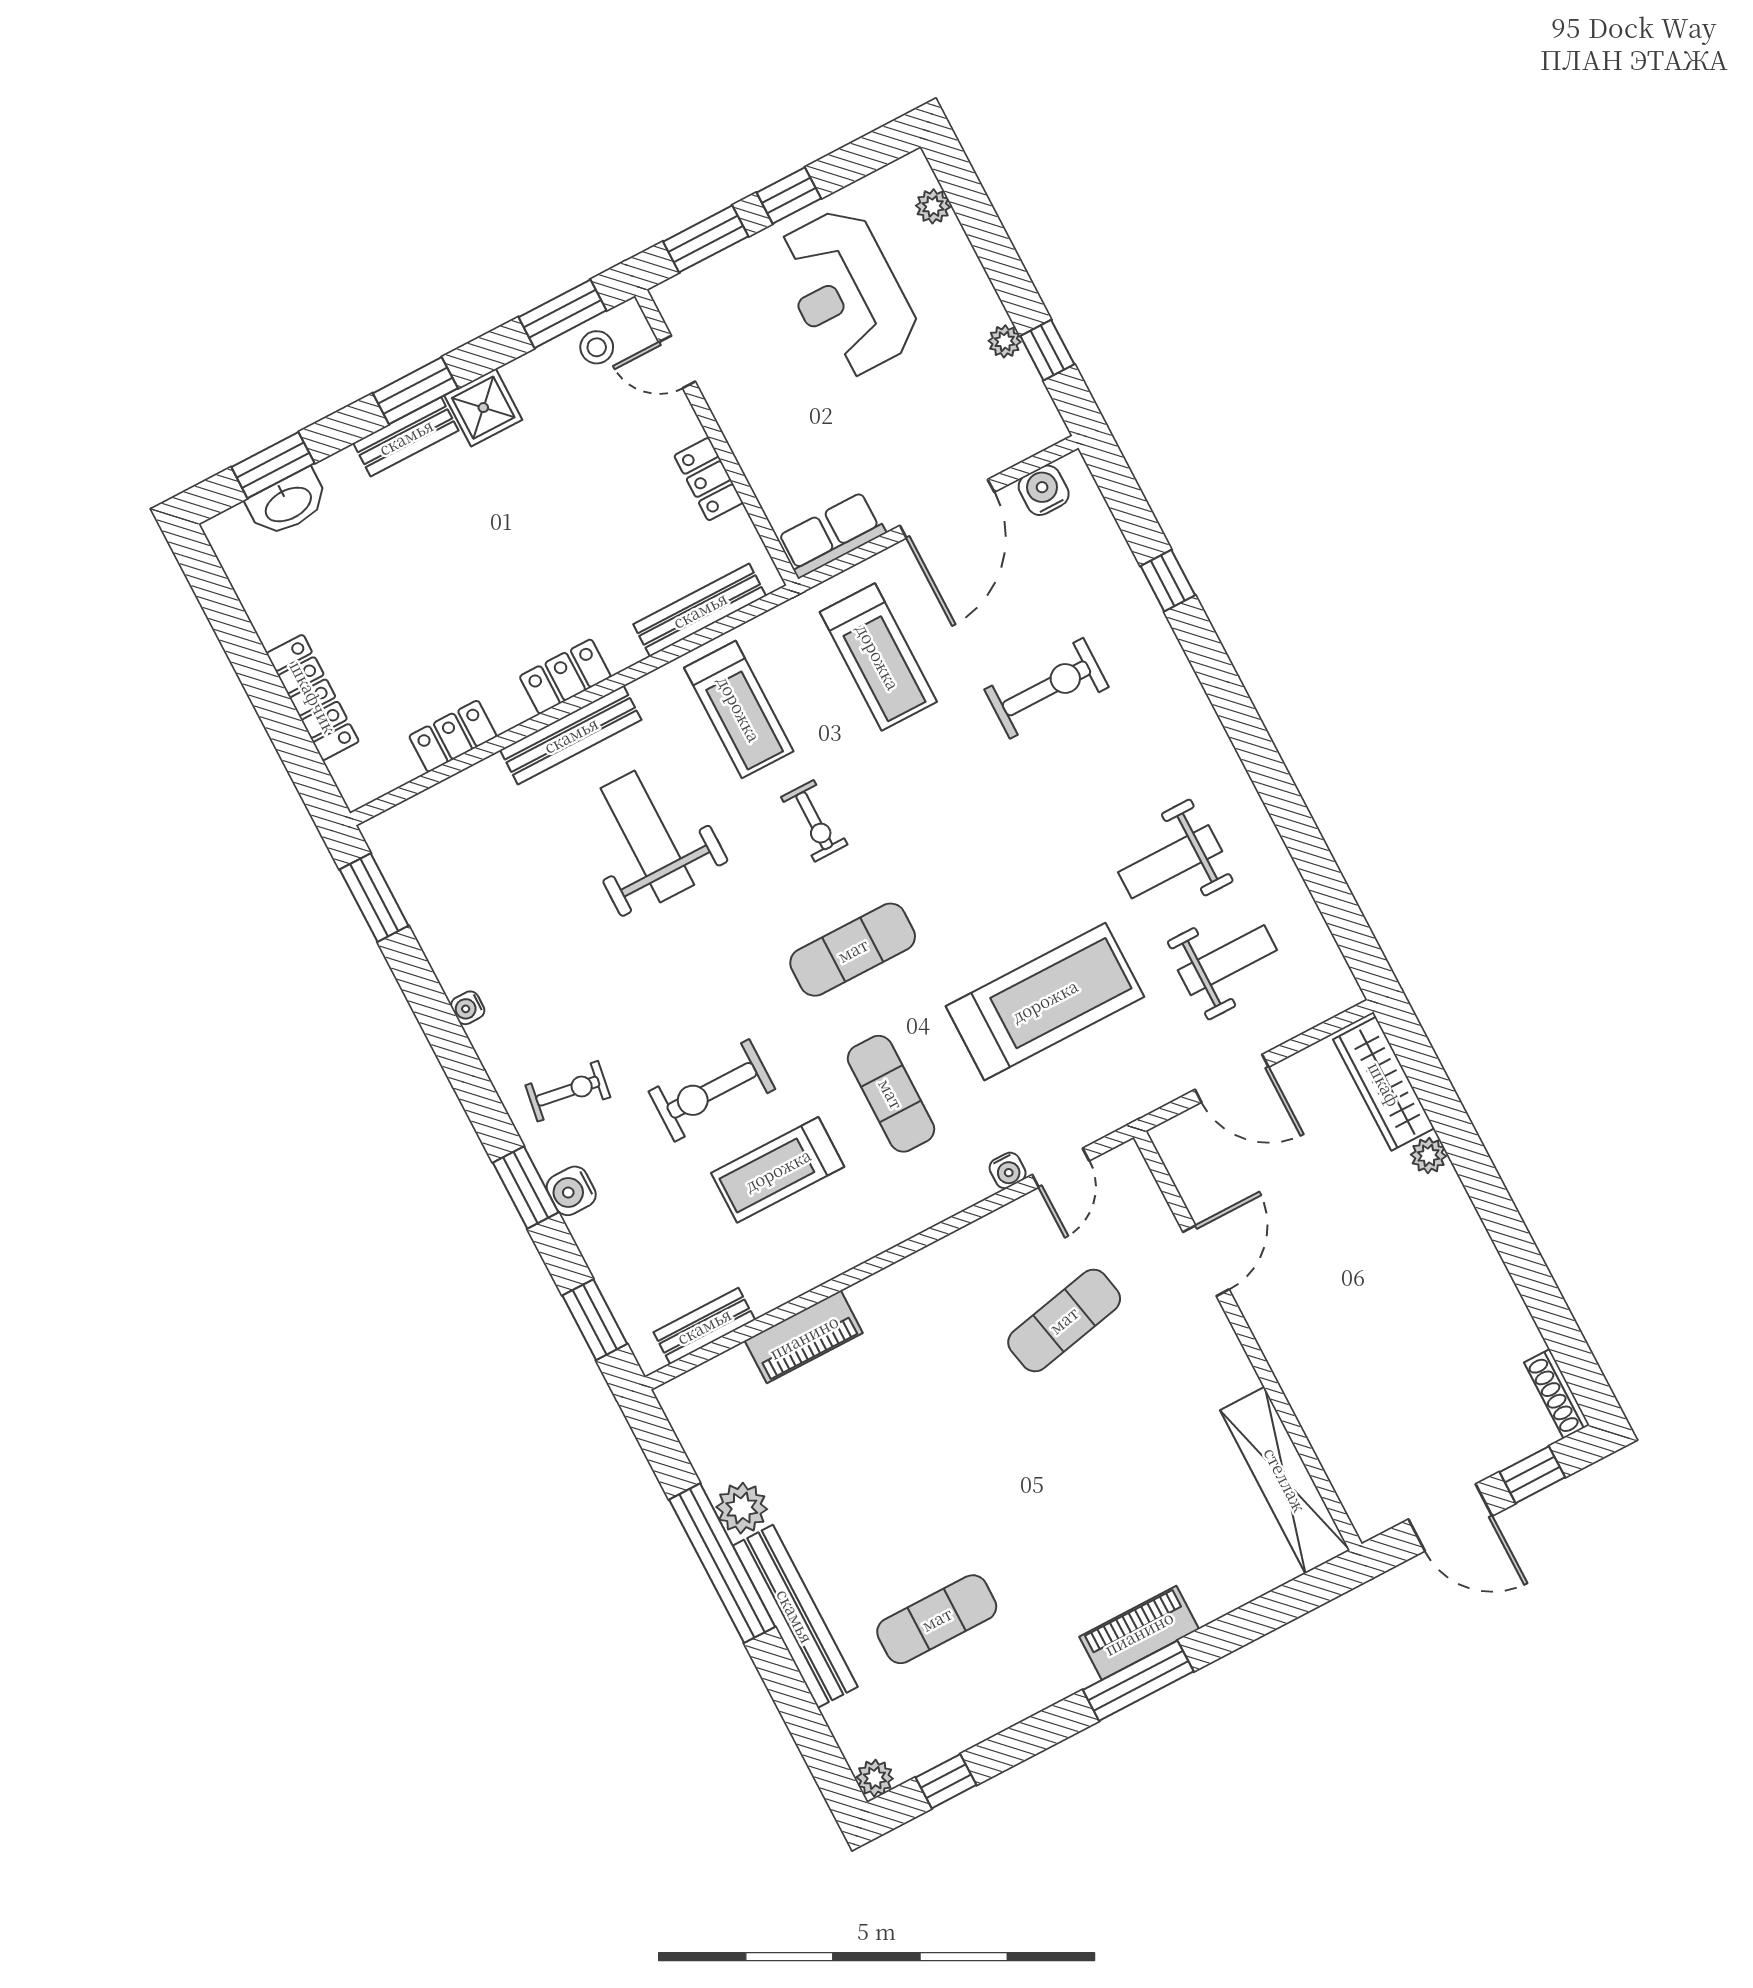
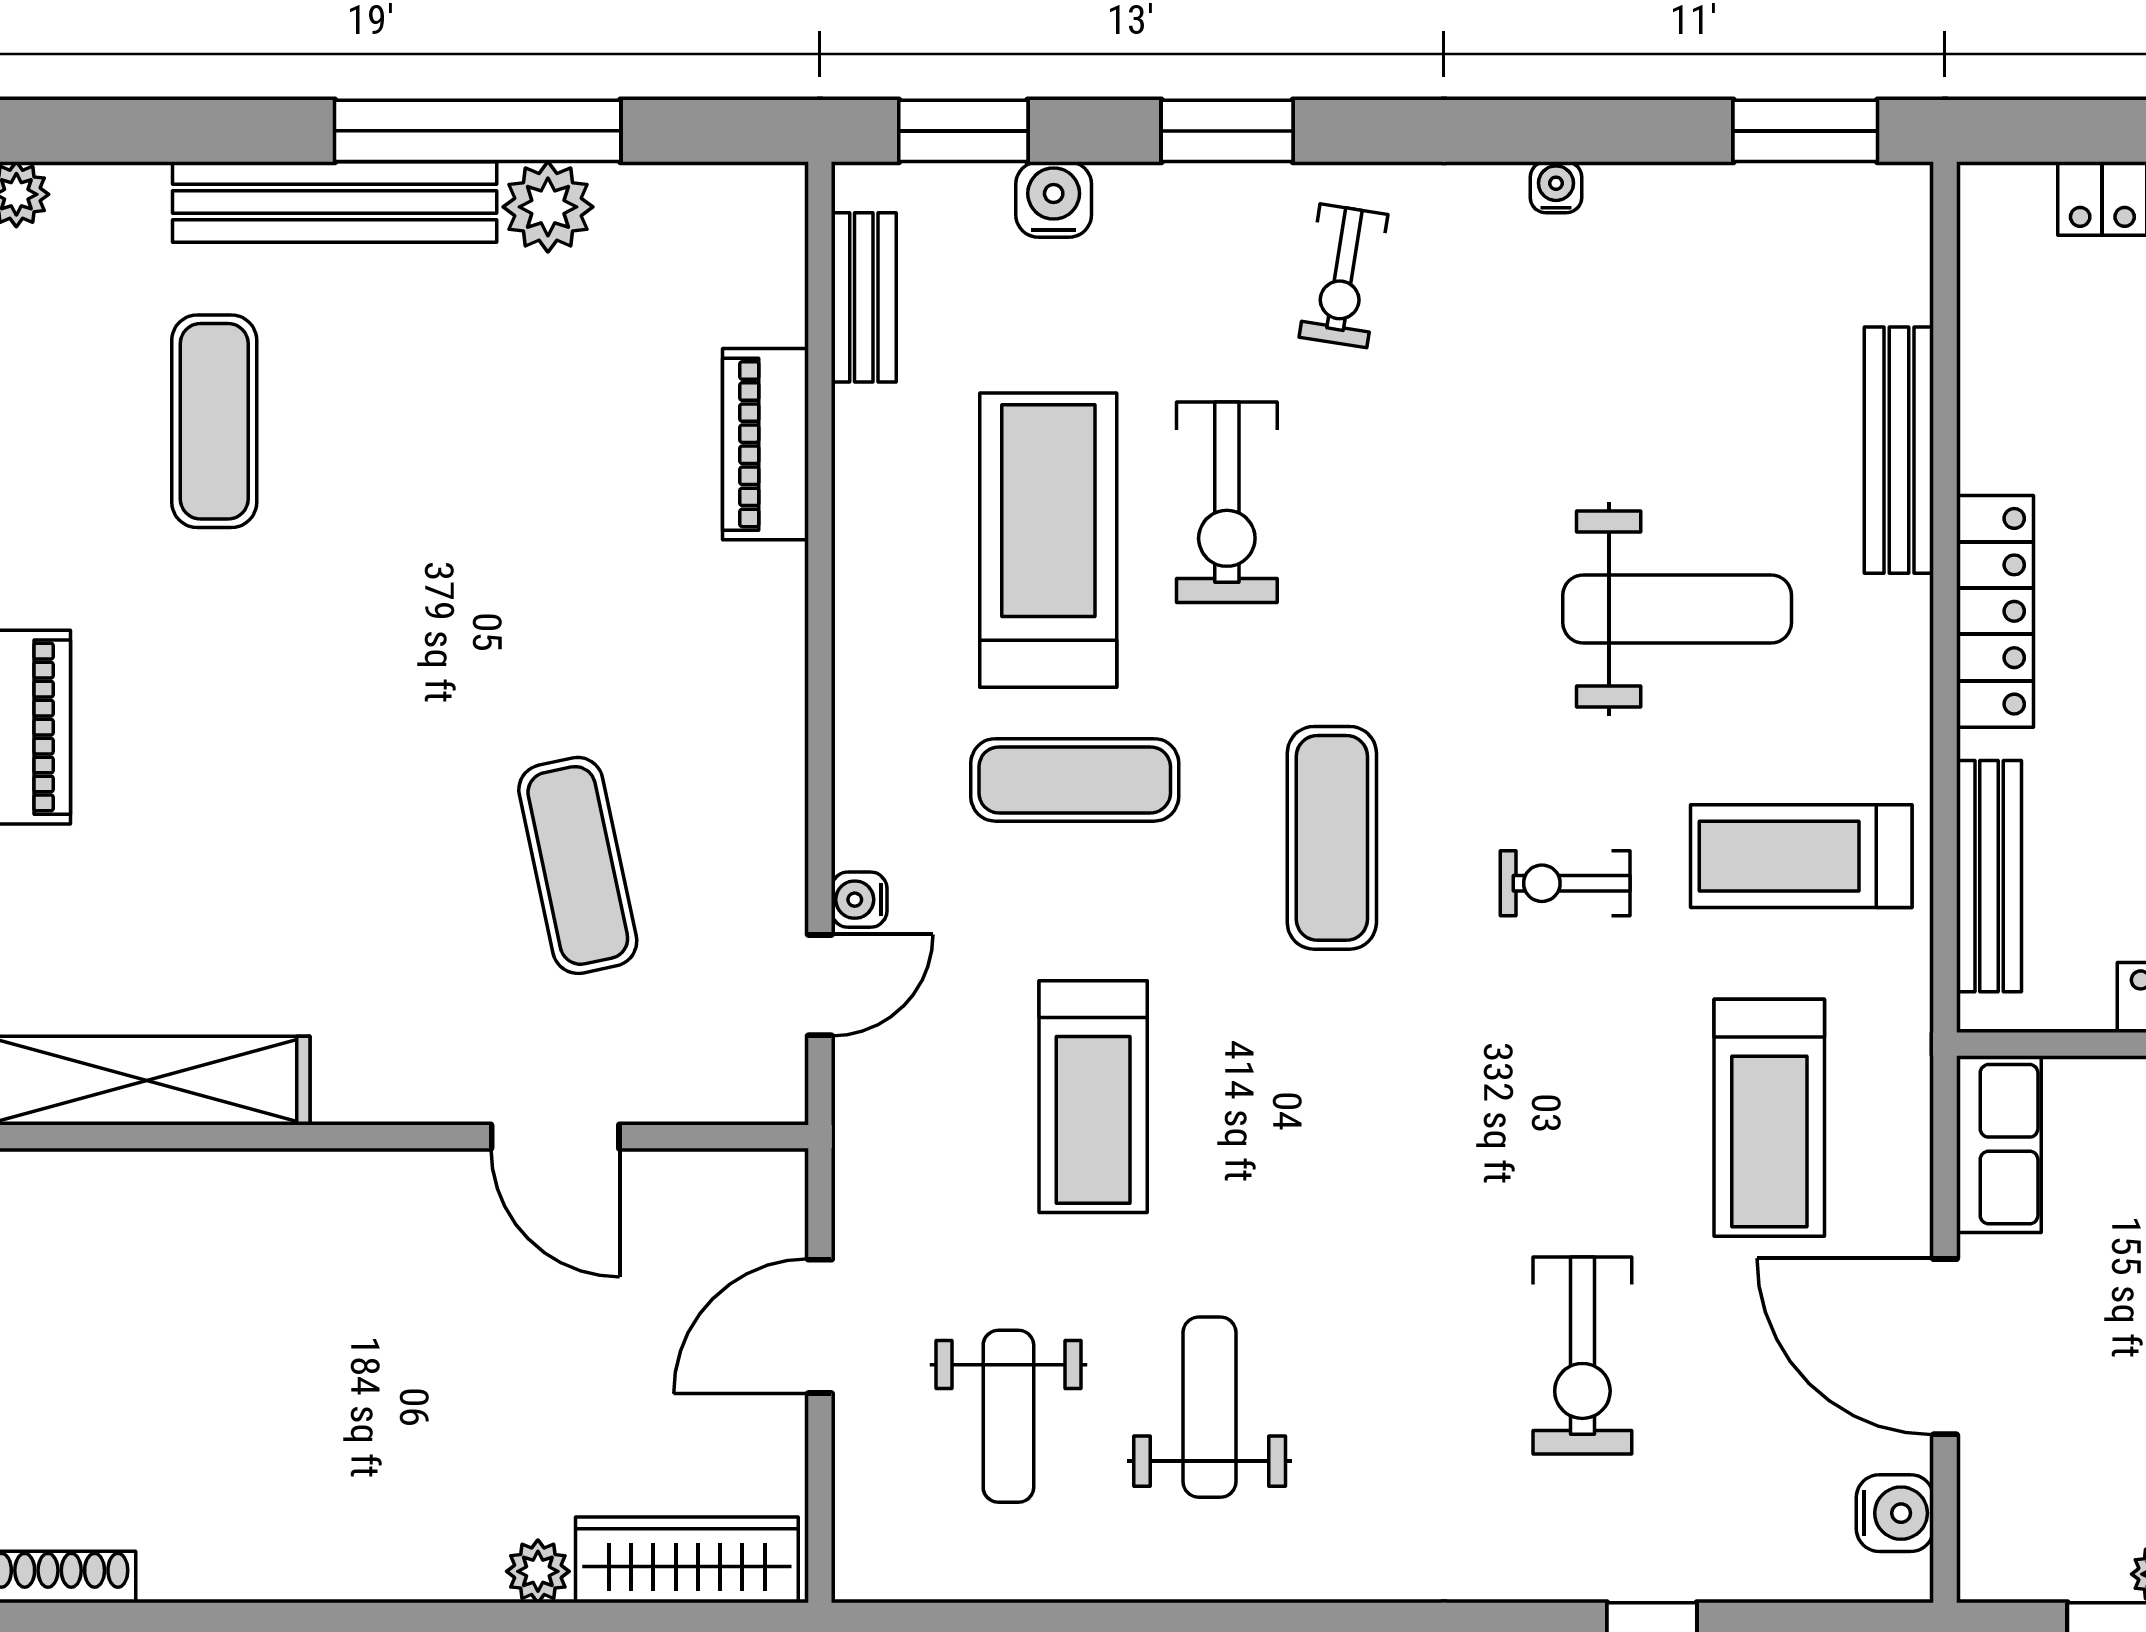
treadmill: (878, 657) -> (1769, 1118), turned -90
locker: (565, 677) -> (1995, 611), width x1.53
bench: (571, 735) -> (1899, 450), moved
locker: (453, 736) -> (1993, 386), removed
treadmill: (1045, 1001) -> (1093, 1097), width x0.73, depth x0.73
exercise bike: (712, 1090) -> (1227, 502), turned 180
door: (1061, 1168) -> (820, 985), swing flipped
treadmill: (778, 1170) -> (1048, 540), width x1.37, depth x1.38
water cooler: (571, 1191) -> (1054, 200), moved

